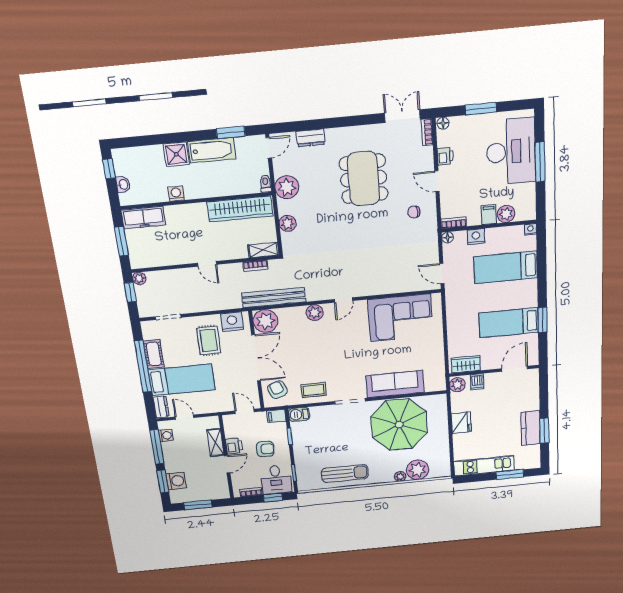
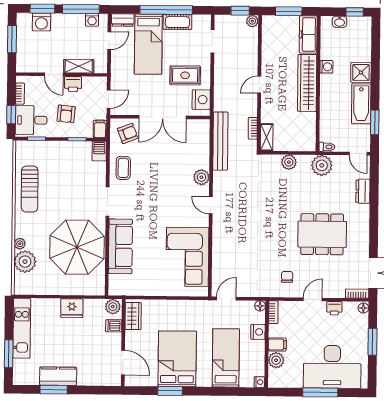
wardrobe: (240, 209) -> (307, 83), moved
plant: (265, 321) -> (198, 131), removed
bed: (509, 323) -> (177, 359), width x1.50

